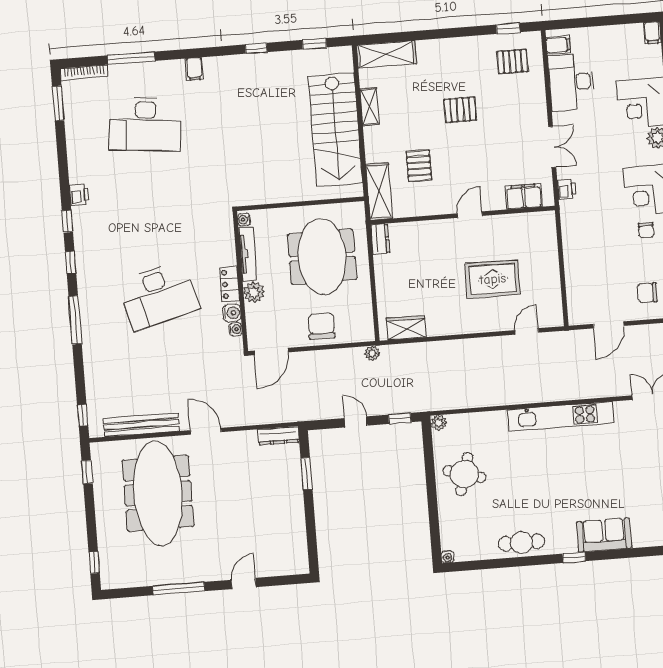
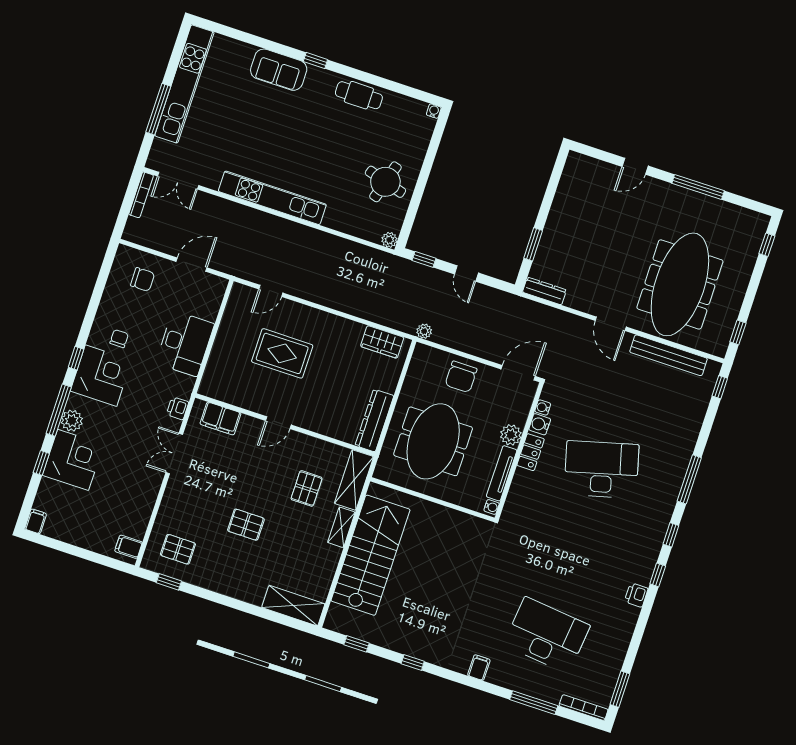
desk: (571, 82) -> (185, 343), moved
shelving: (370, 106) -> (341, 527), moved
dresser: (380, 239) -> (374, 421), width x1.96, depth x1.24

